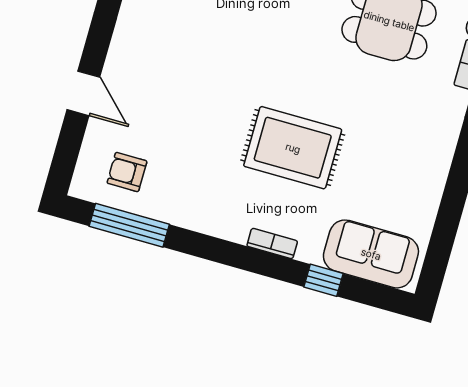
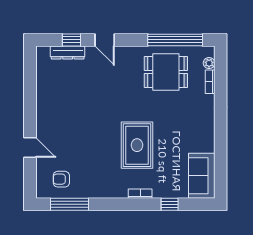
rug: (293, 148) -> (137, 145), turned 90
sofa: (371, 254) -> (202, 176), moved, turned -90

